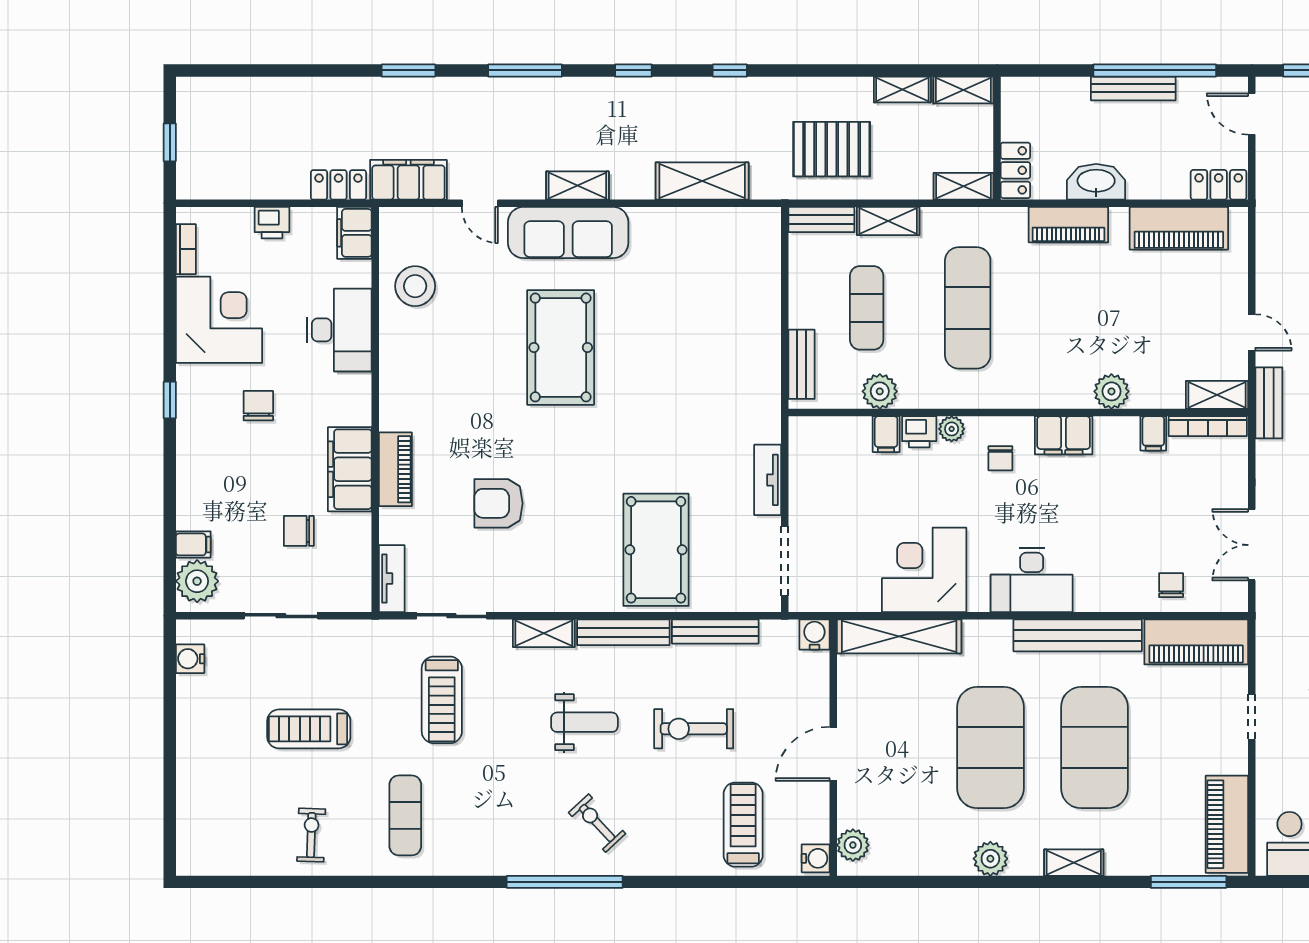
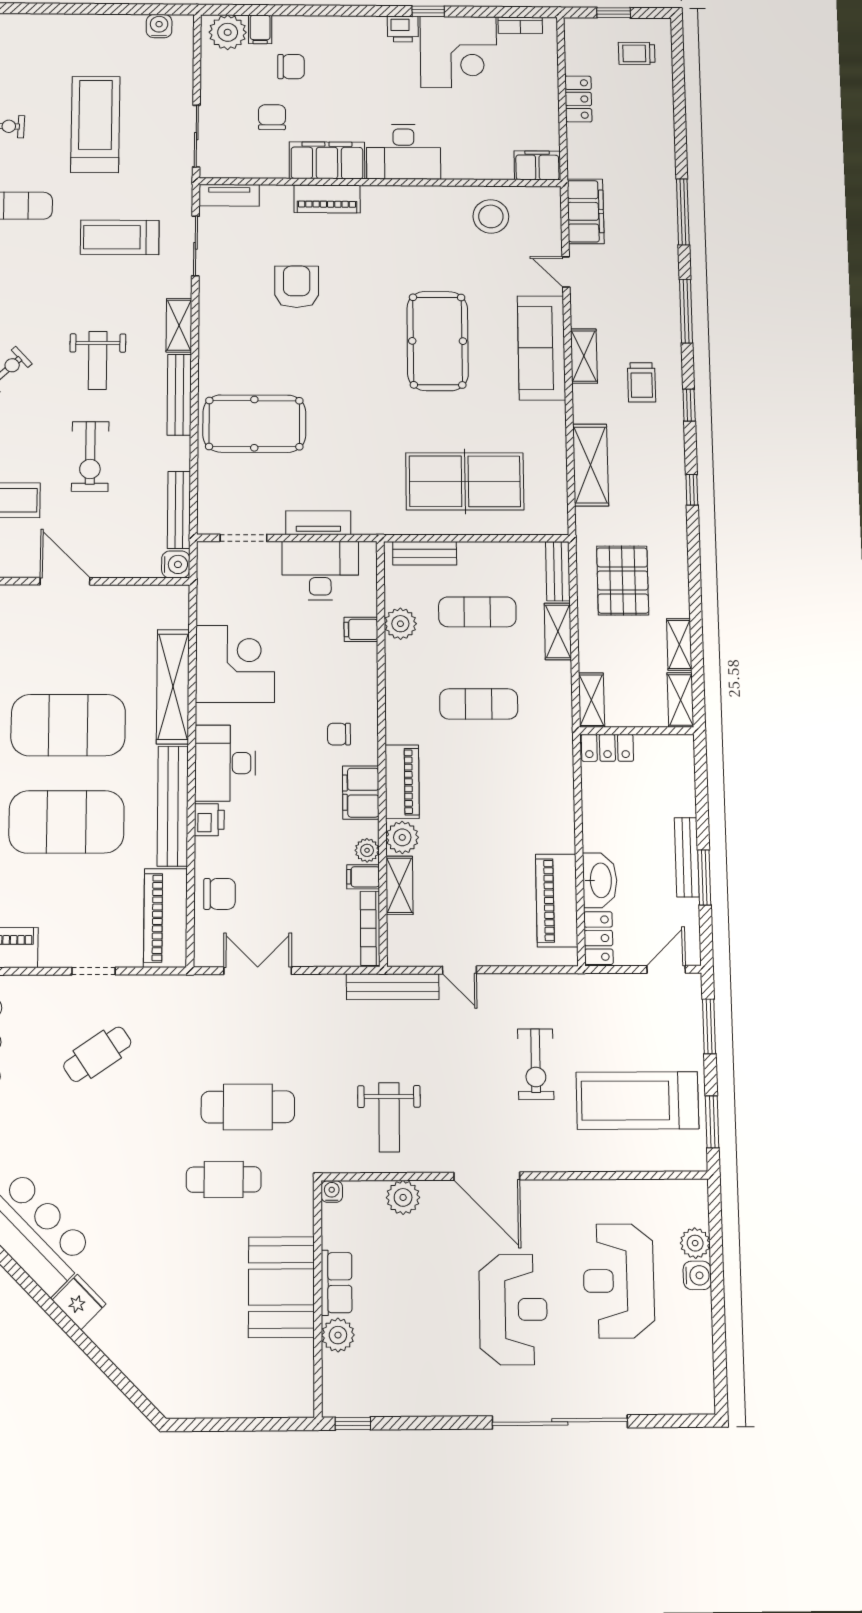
window: (408, 70) -> (683, 212), width x1.44
window: (1155, 70) -> (704, 877), width x0.47
trolley: (219, 117) -> (637, 53), added
trolley: (607, 122) -> (642, 382), added
washbasin: (1096, 182) -> (600, 880), moved
locker: (338, 185) -> (578, 99), moved
door: (480, 203) -> (566, 272), hinge flipped
printer: (272, 223) -> (403, 29), moved, turned -90
piano: (1068, 225) -> (402, 782), moved, turned 180
exercise mat: (968, 308) -> (479, 704), width x0.73, depth x0.69
table tennis table: (721, 319) -> (465, 481), added
desk: (339, 330) -> (404, 152), moved
door: (1252, 332) -> (459, 970), hinge flipped
pool table: (561, 347) -> (438, 341), turned 90
shelving: (1217, 395) -> (399, 885), moved
window: (170, 400) -> (428, 11), moved
bench: (1269, 403) -> (393, 987), width x1.36
chair: (258, 406) -> (291, 67), moved
plant: (952, 429) -> (367, 850), moved
printer: (919, 432) -> (209, 820), moved, turned 180
desk: (821, 478) -> (320, 570), added
doorway: (785, 561) -> (243, 538), width x0.73
chair: (1171, 585) -> (219, 894), width x1.37, depth x1.37
sliding door: (281, 616) -> (196, 136), moved
bench: (715, 631) -> (179, 510), moved
shelving: (899, 636) -> (173, 687), moved
treadmill: (309, 729) -> (95, 124), width x1.37, depth x1.38
exercise bike: (694, 729) -> (90, 456), turned 180

